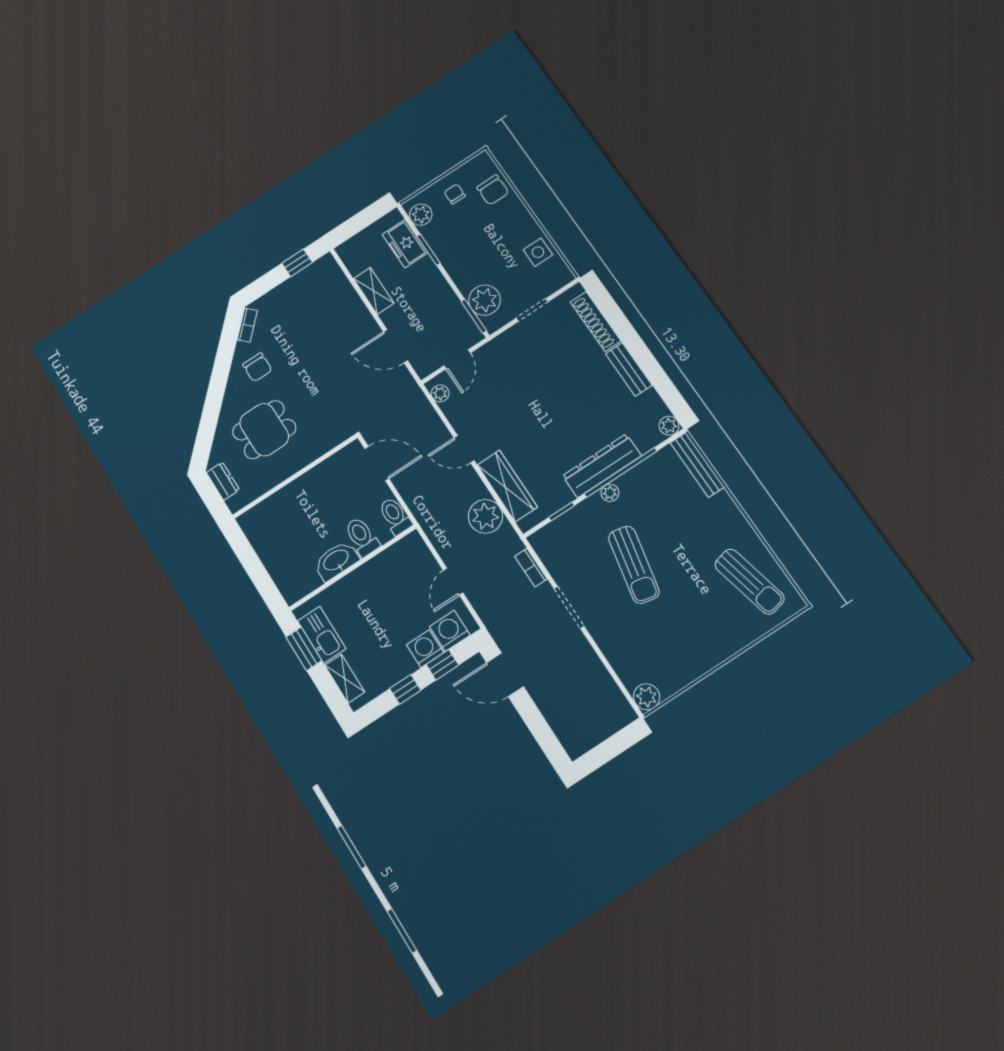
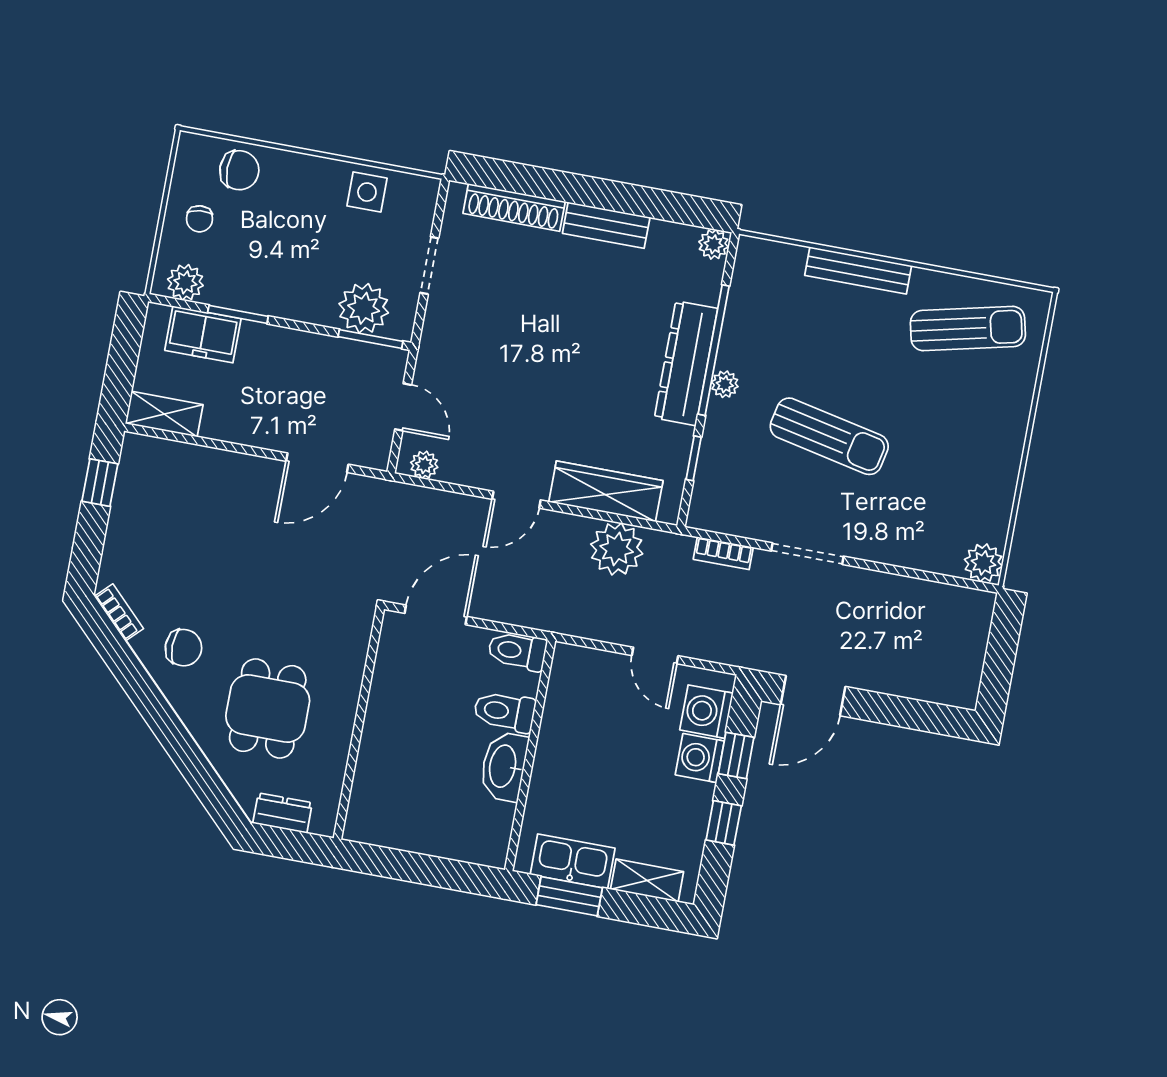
chair: (455, 194) -> (199, 219), turned -96
shelving: (374, 291) -> (164, 414), moved
bench: (697, 465) -> (858, 270), moved

